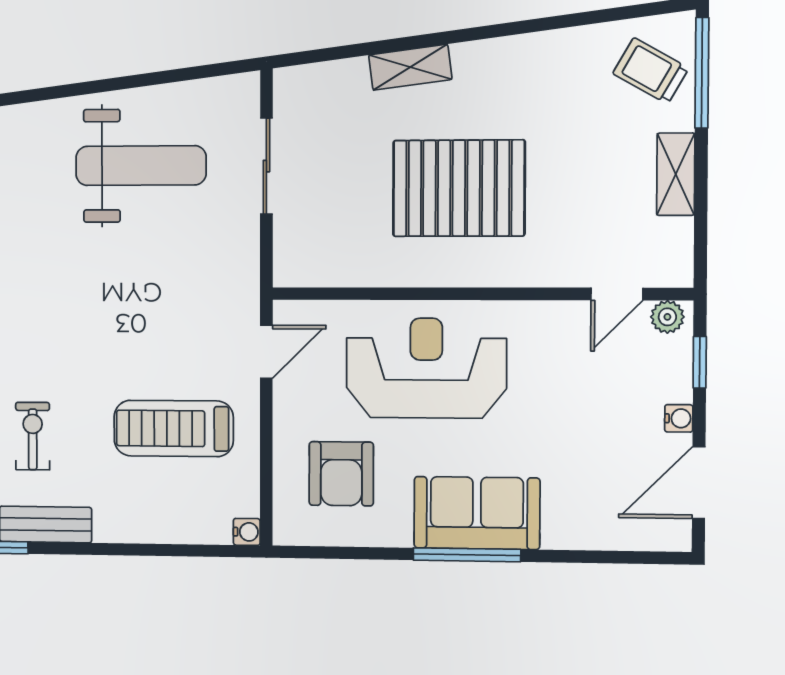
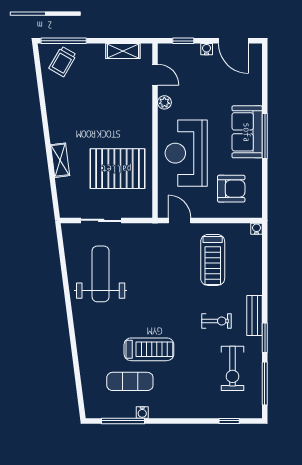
shelving: (676, 174) -> (123, 51), moved
pallet: (459, 188) -> (117, 169), moved, turned 90
plant: (667, 317) -> (164, 102), moved
exercise bike: (33, 436) -> (216, 321), turned 180

